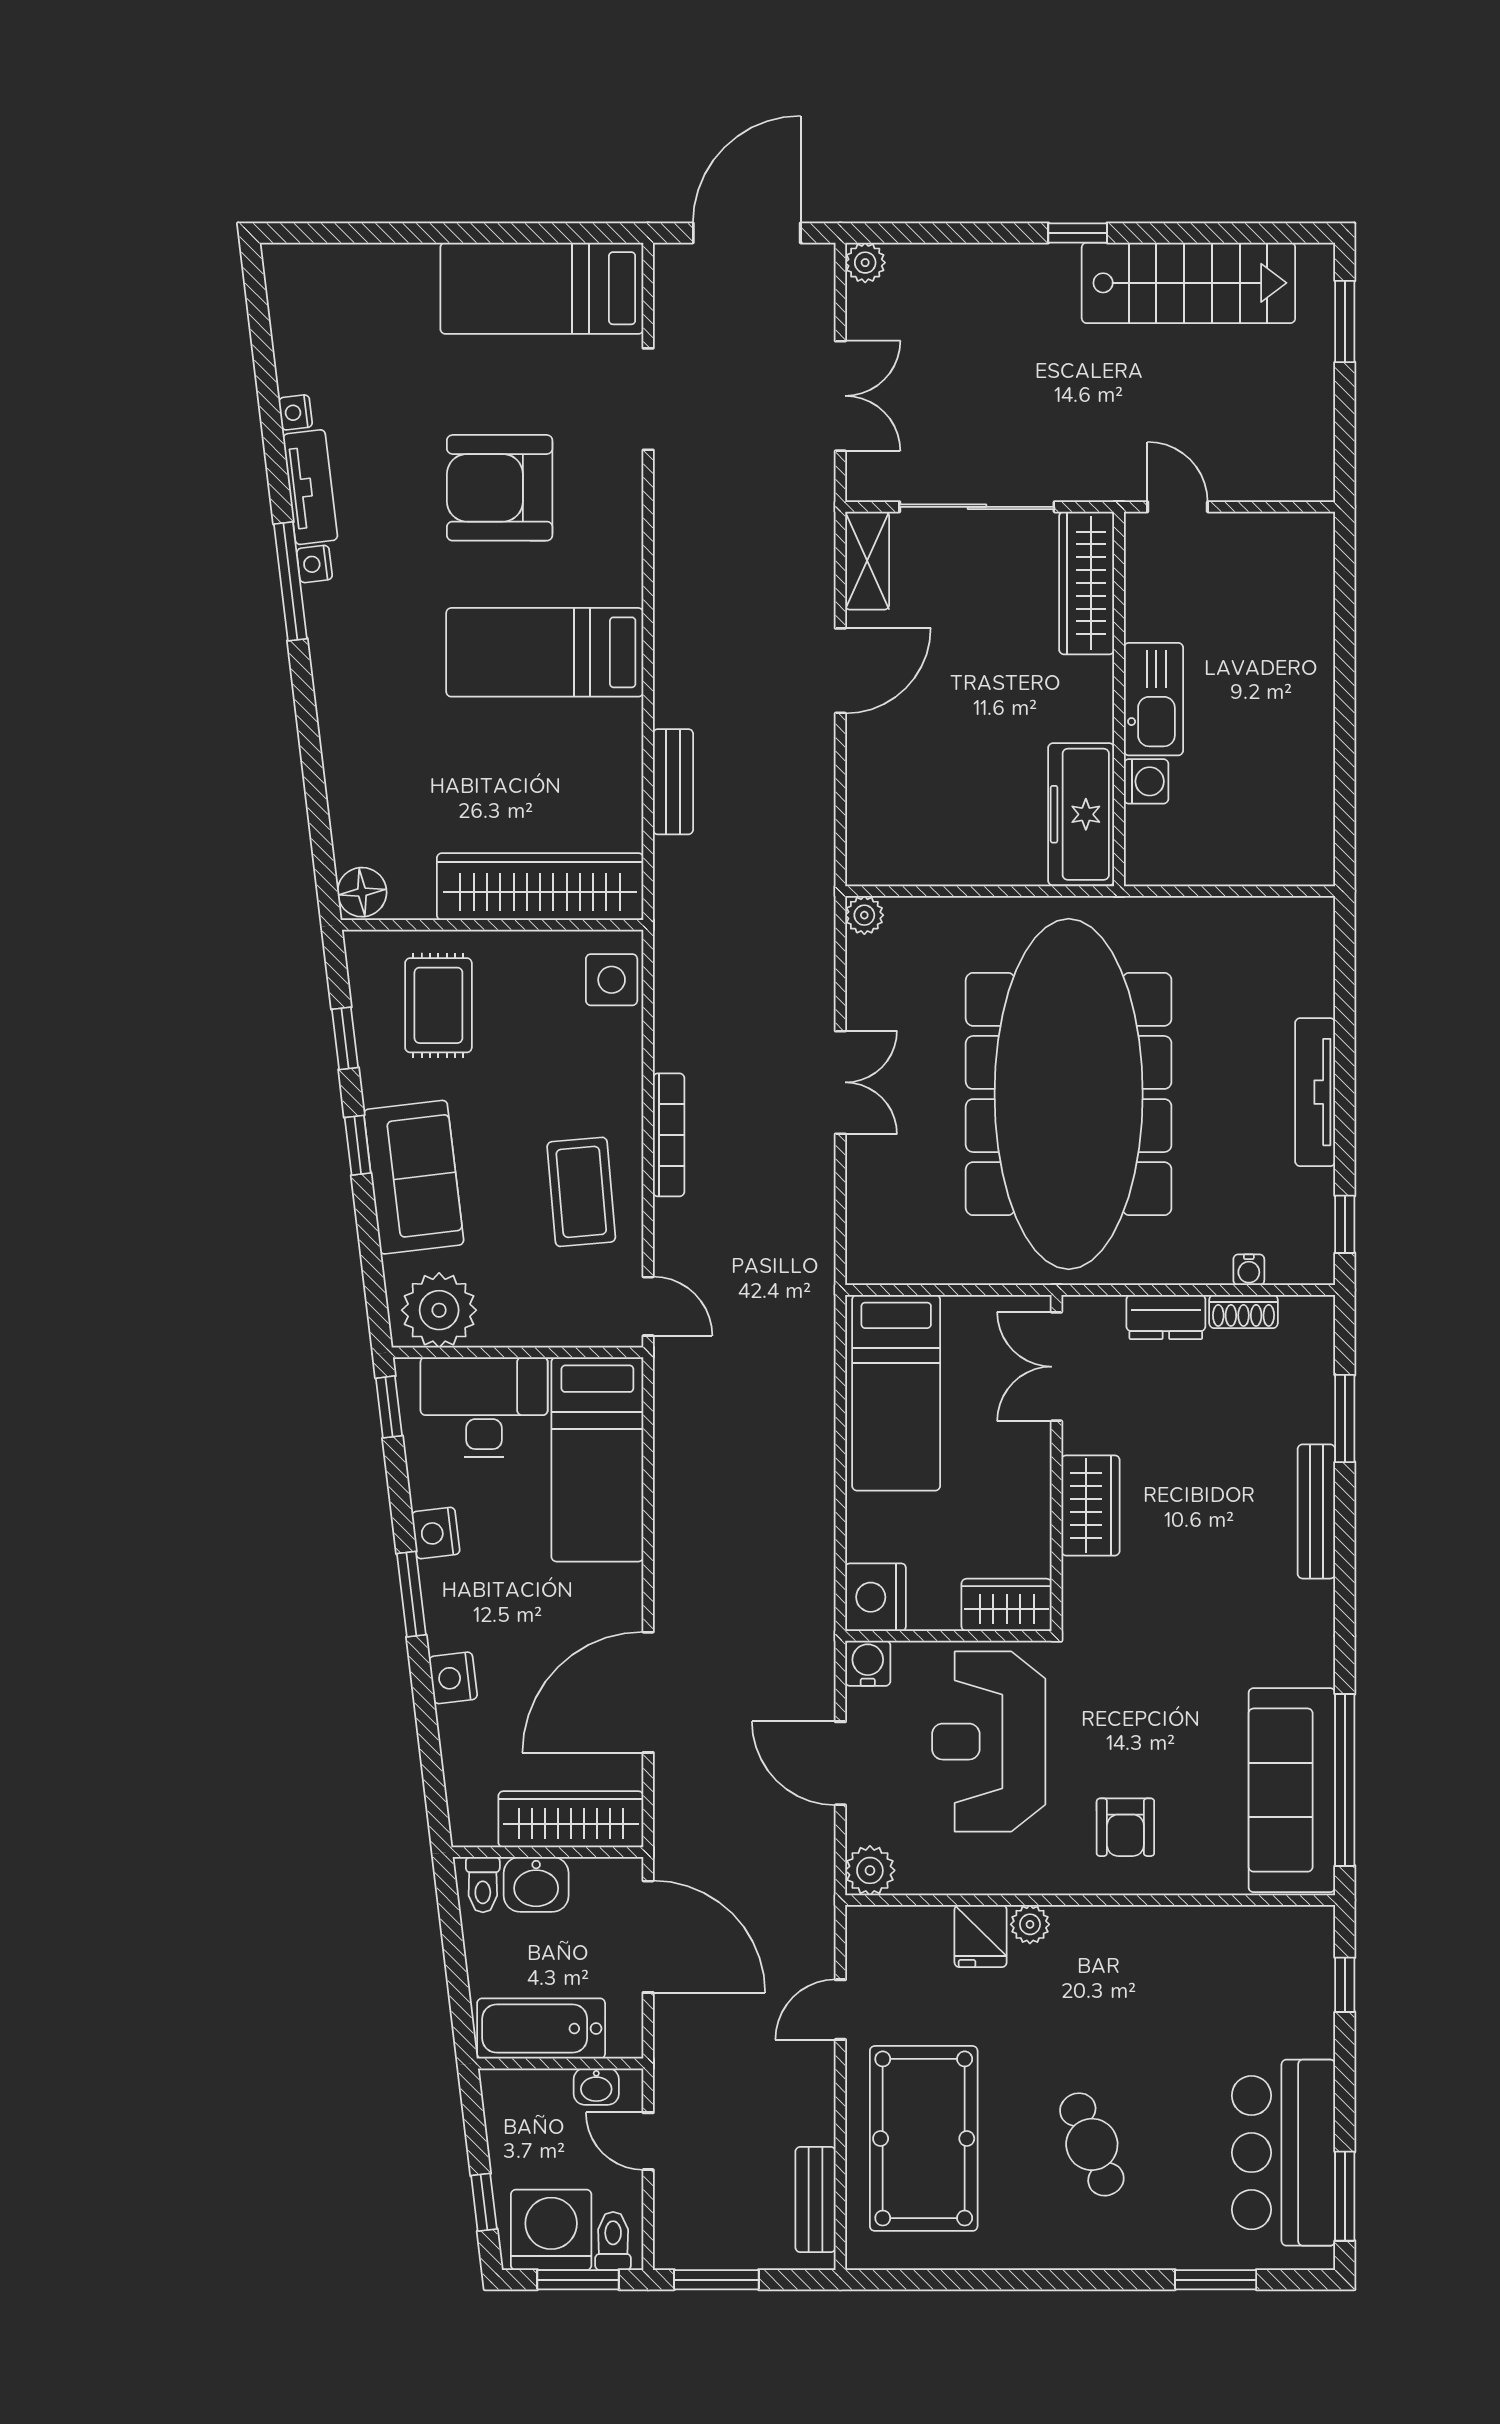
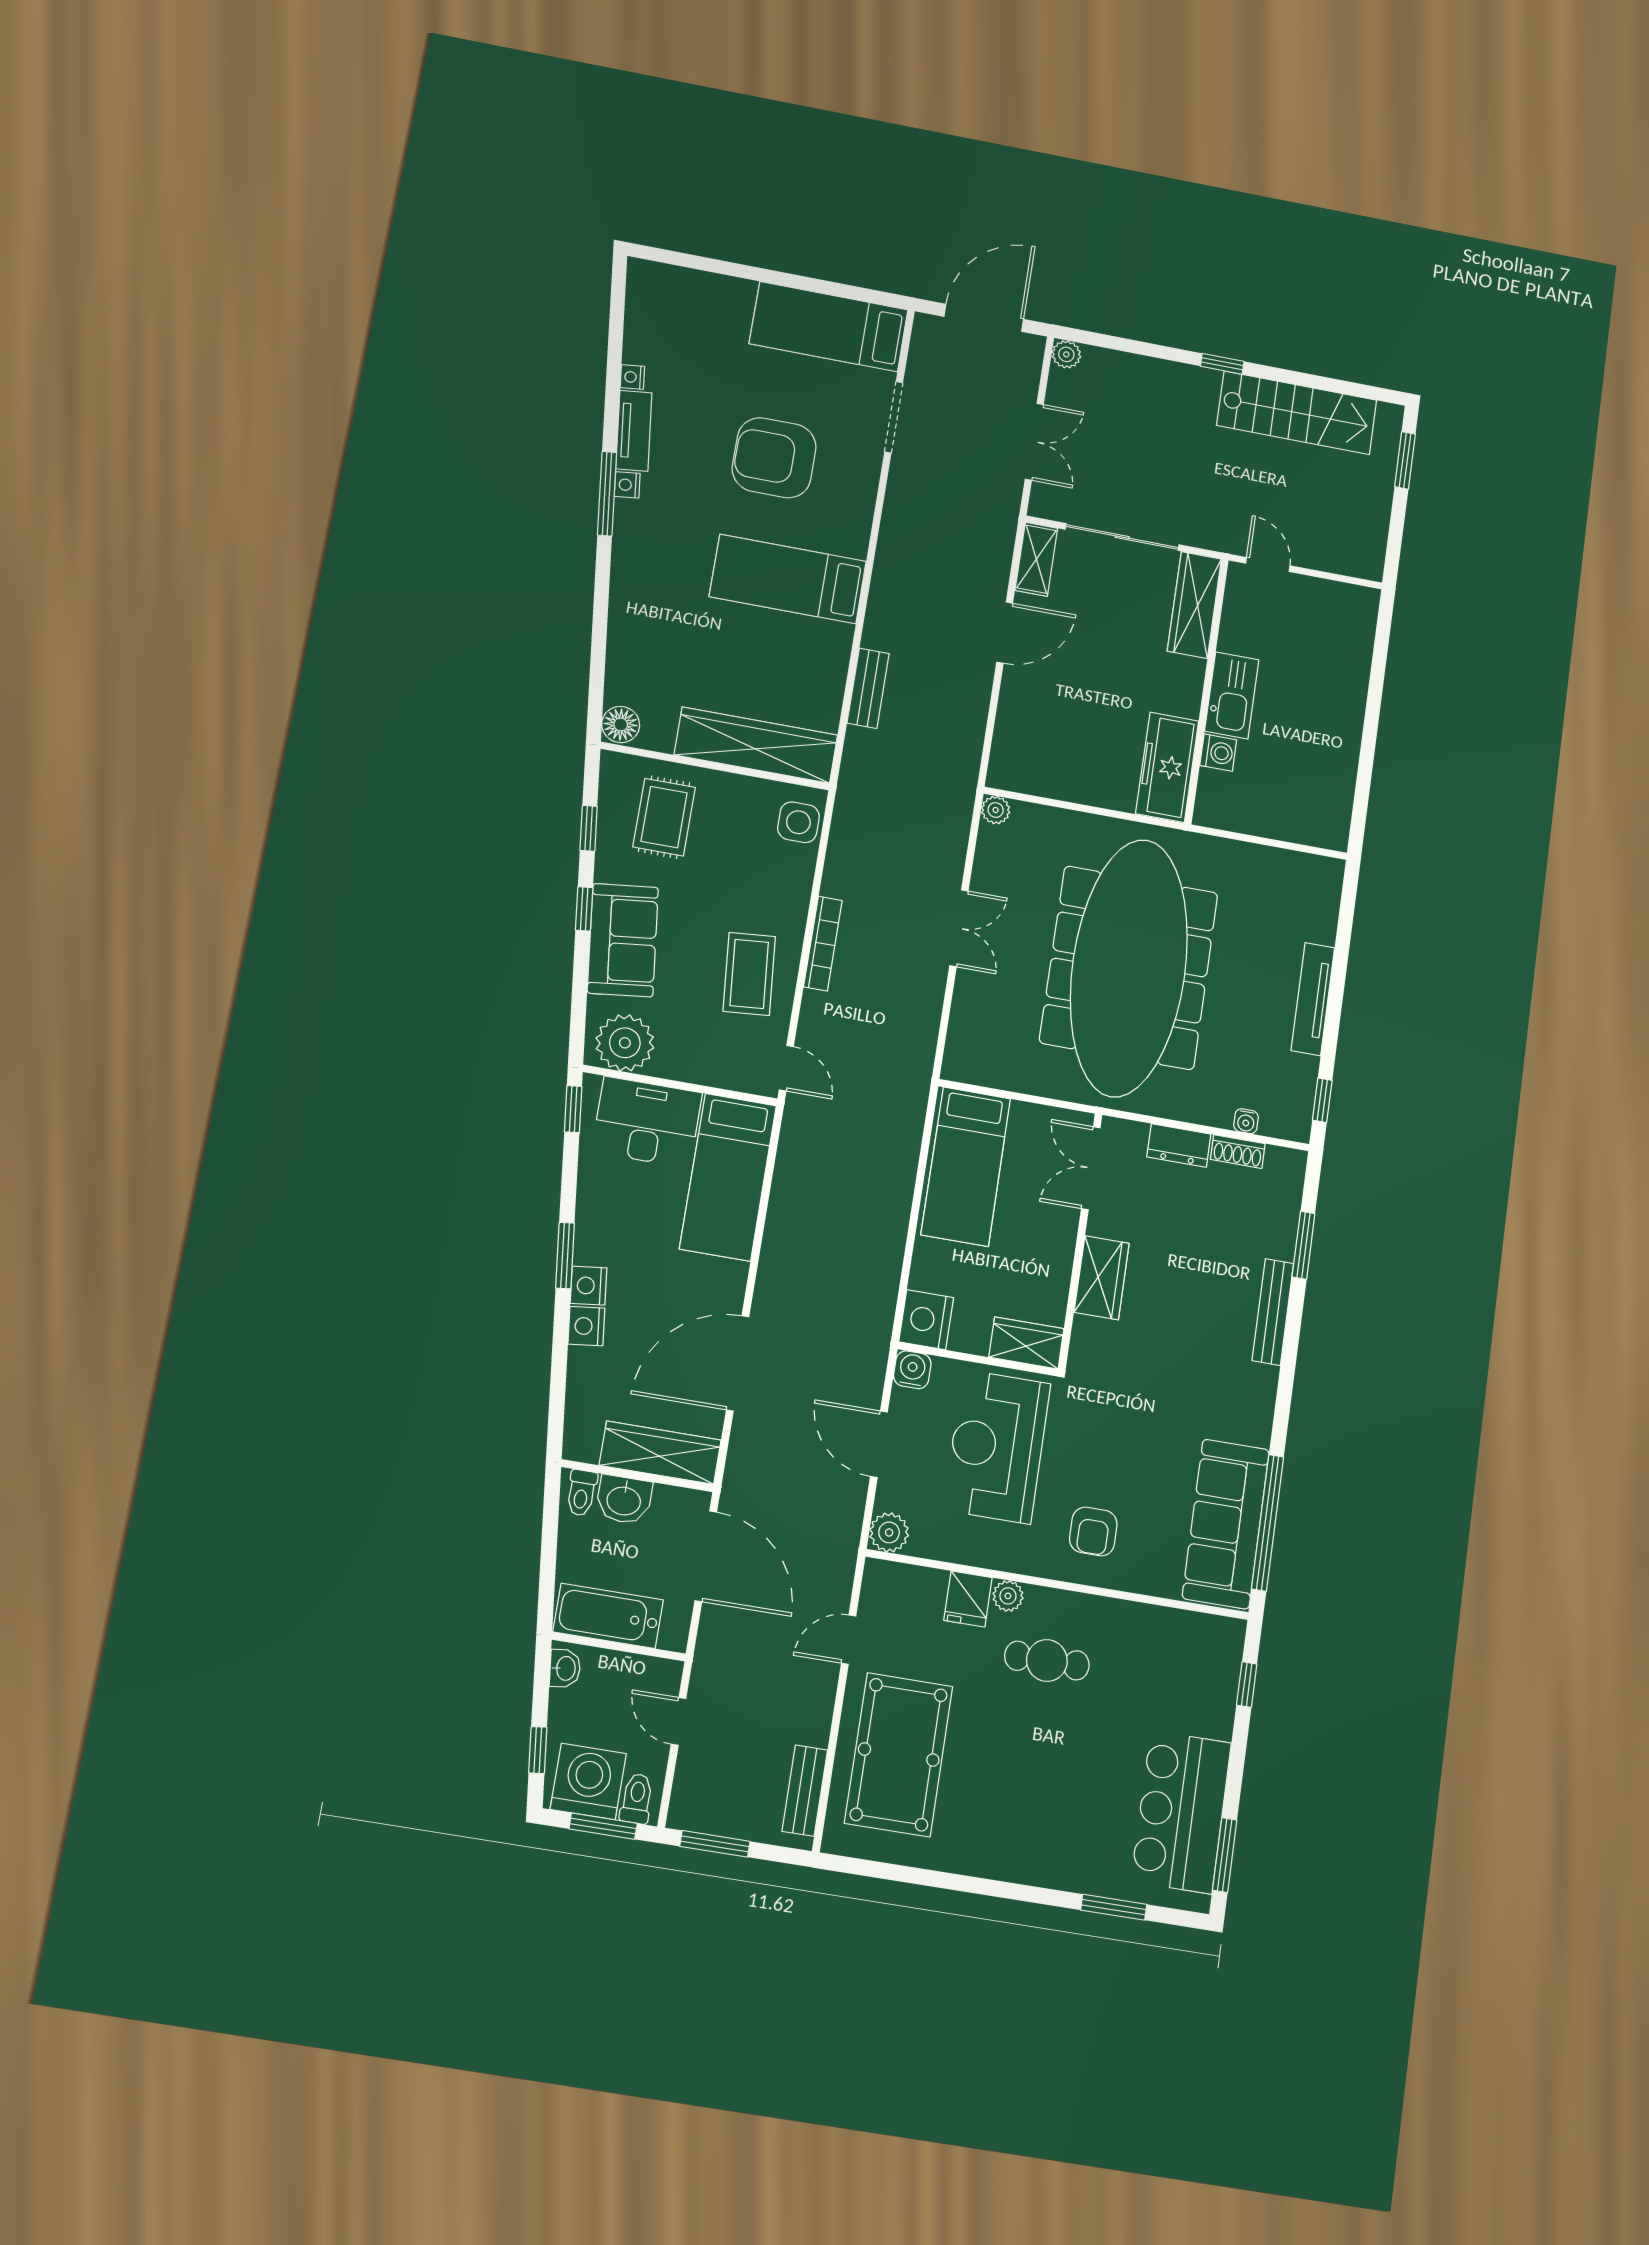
nightstand: (436, 1533) -> (589, 1286), moved
washbasin: (596, 2087) -> (565, 1668), moved, turned -97
cafe table: (1092, 2144) -> (1047, 1661), moved, turned -68

